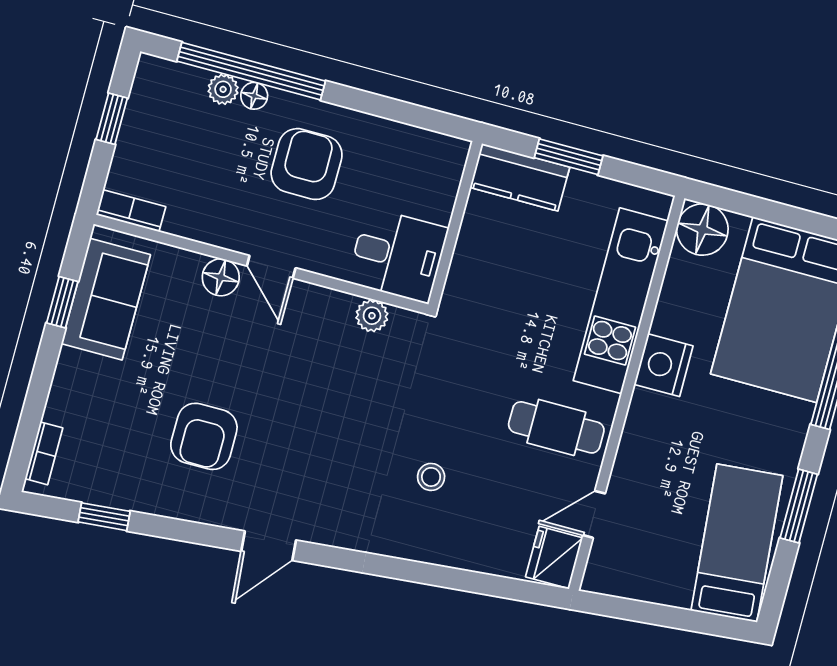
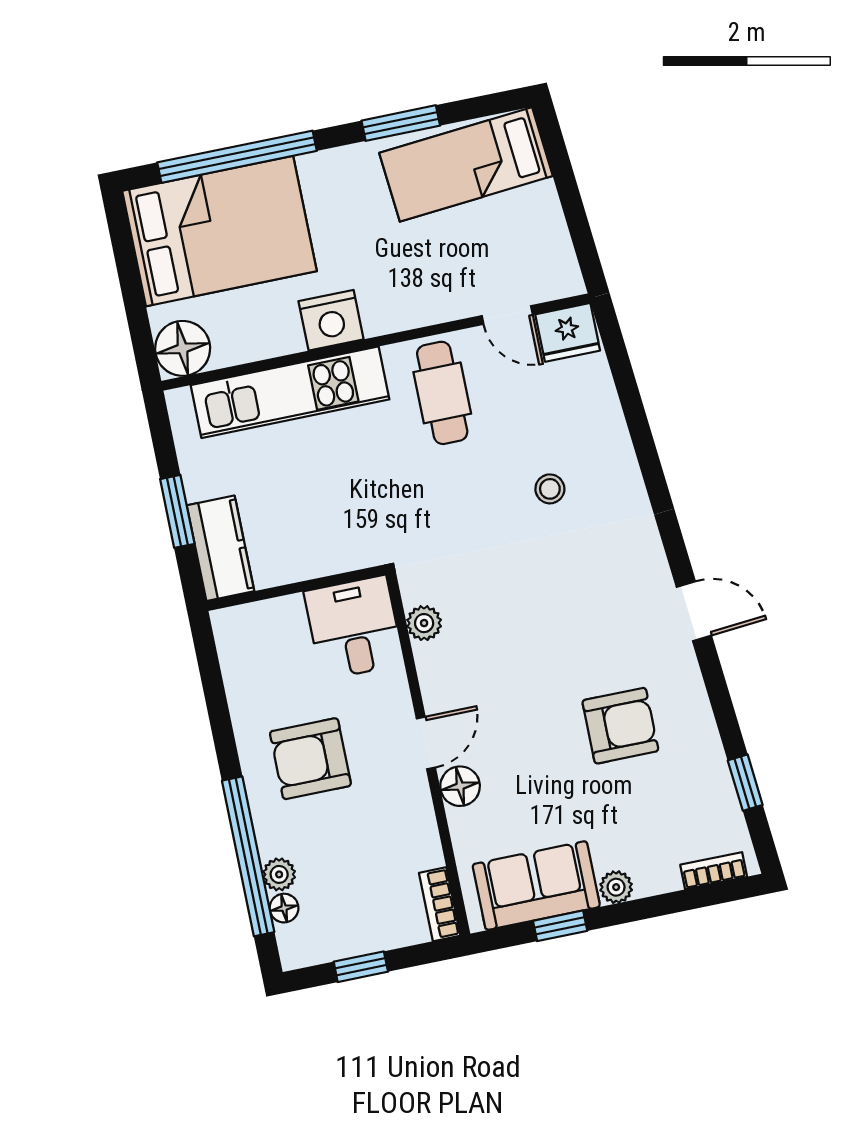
floor lamp: (254, 96) -> (284, 908), moved
plant: (71, 365) -> (616, 887), added

